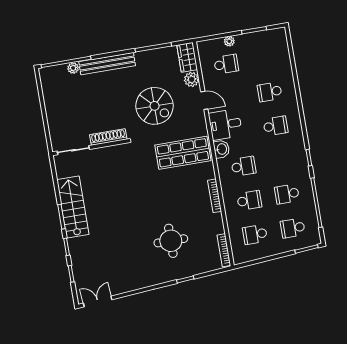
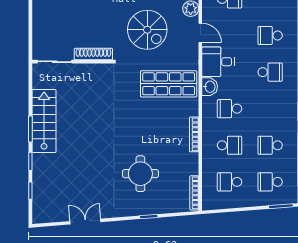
school desk: (243, 166) -> (230, 109), turned 180
double door: (98, 301) -> (85, 222), moved

